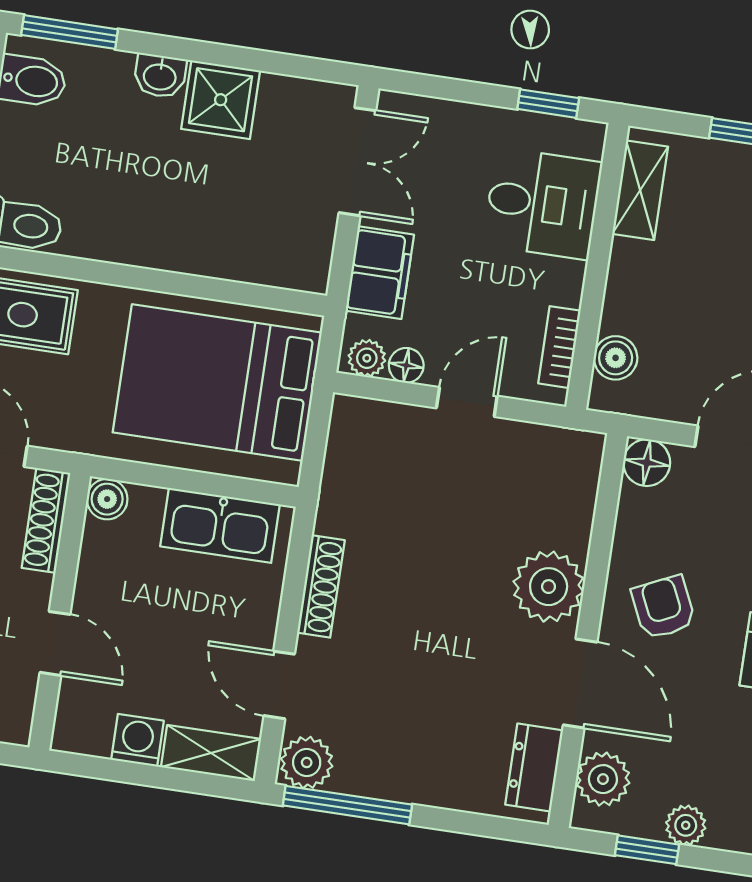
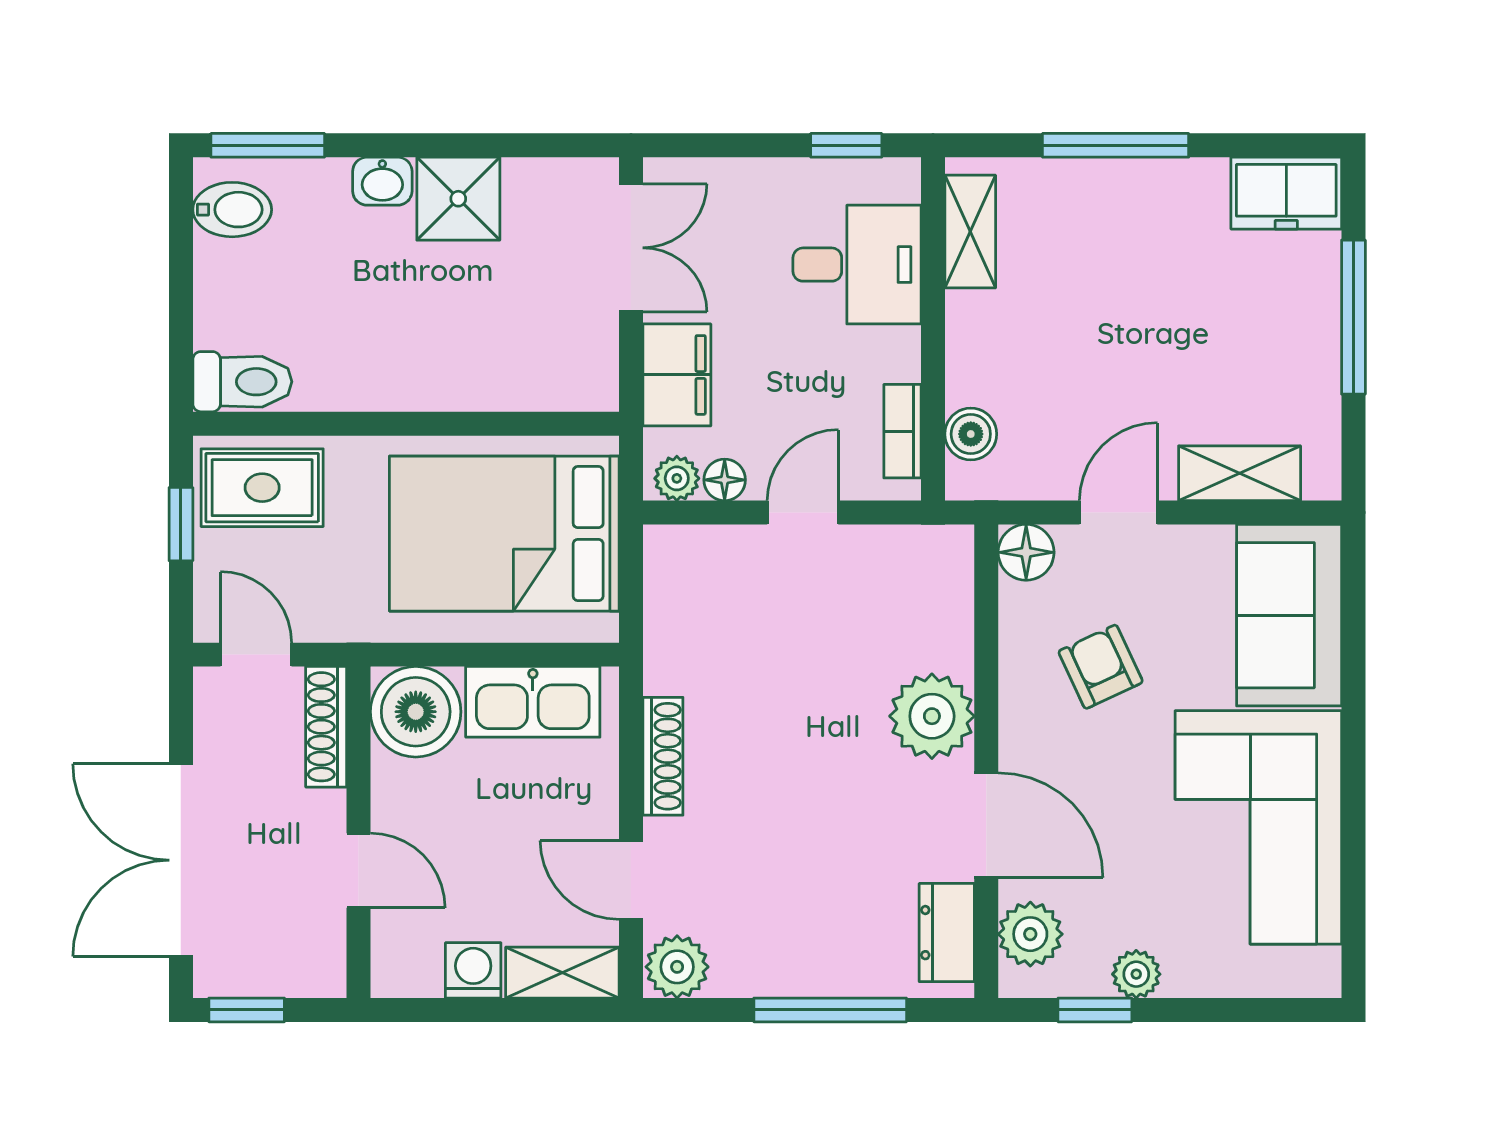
boiler: (107, 499) -> (416, 712), width x1.86, depth x1.86
armchair: (663, 607) -> (1101, 667), moved
window: (347, 805) -> (830, 1010), moved

